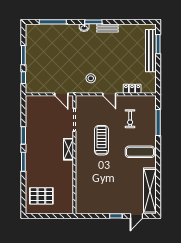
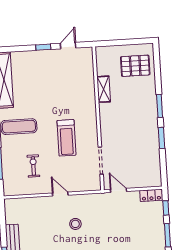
stool: (91, 78) -> (75, 224), moved
locker: (132, 89) -> (151, 195), moved
shelving: (68, 149) -> (104, 89), moved
door: (136, 216) -> (68, 46), moved

